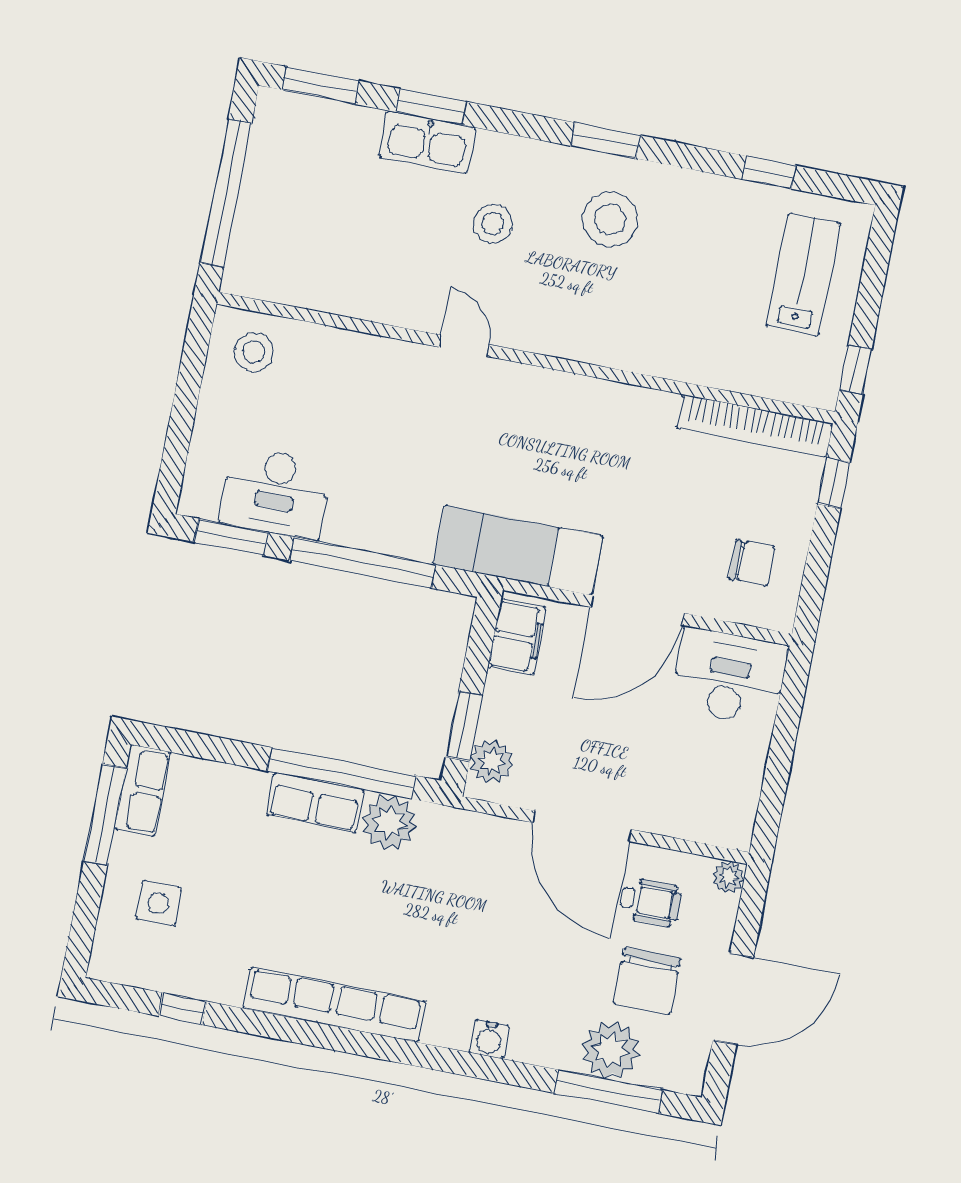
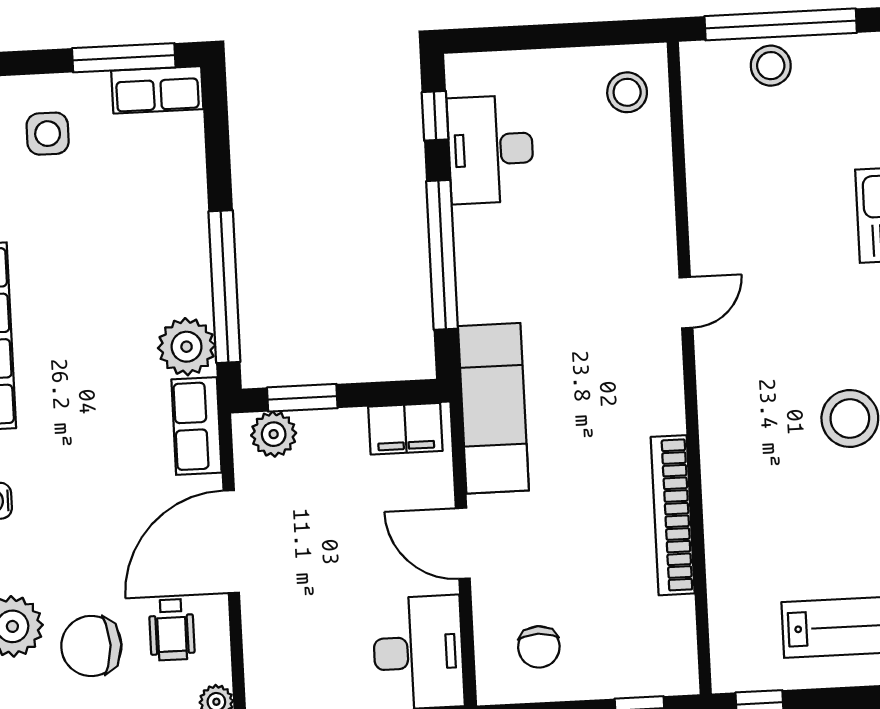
stool: (493, 224) -> (771, 66), moved
bookcase: (755, 426) -> (673, 515), moved
window: (231, 537) -> (435, 116), width x0.67
door: (637, 610) -> (463, 543), width x0.73
row of seats: (315, 802) -> (196, 426), moved

